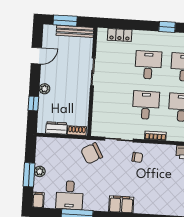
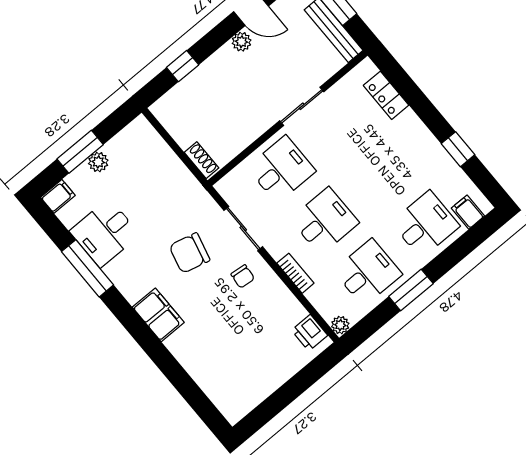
desk: (148, 65) -> (281, 169), moved
plant: (45, 89) -> (242, 42), moved
dresser: (56, 128) -> (179, 129), removed
chair: (92, 153) -> (189, 253), moved, turned -47

